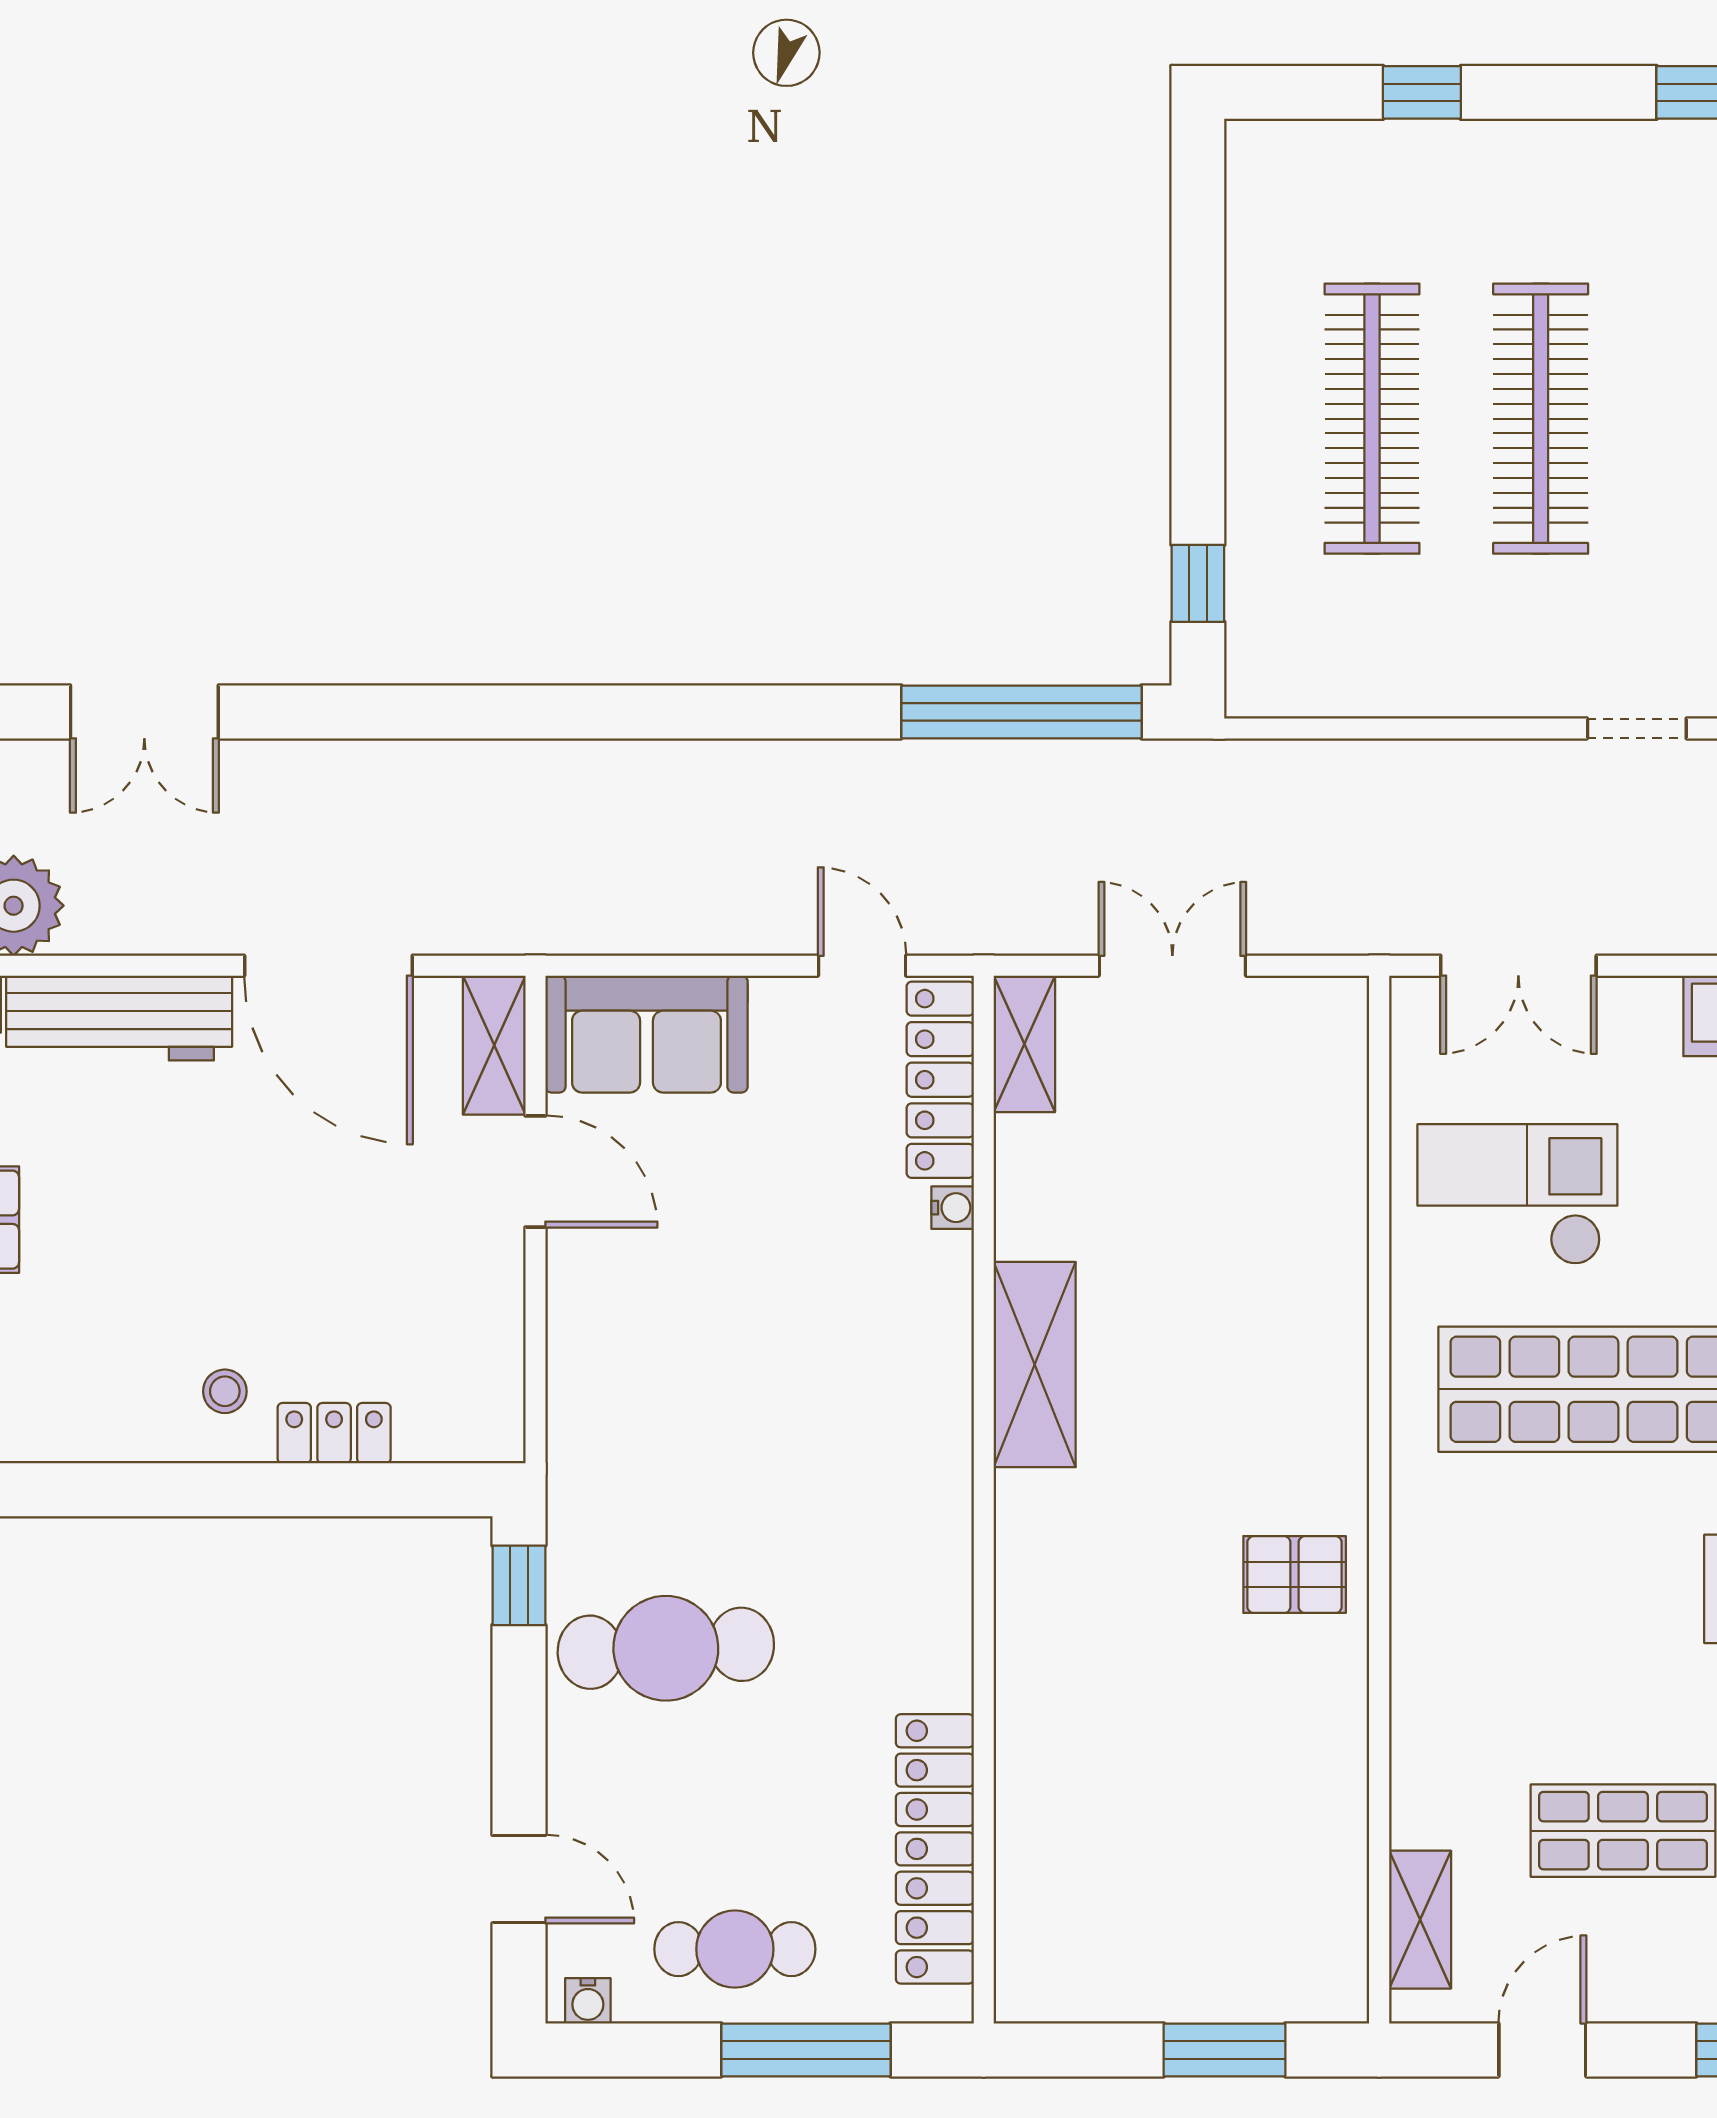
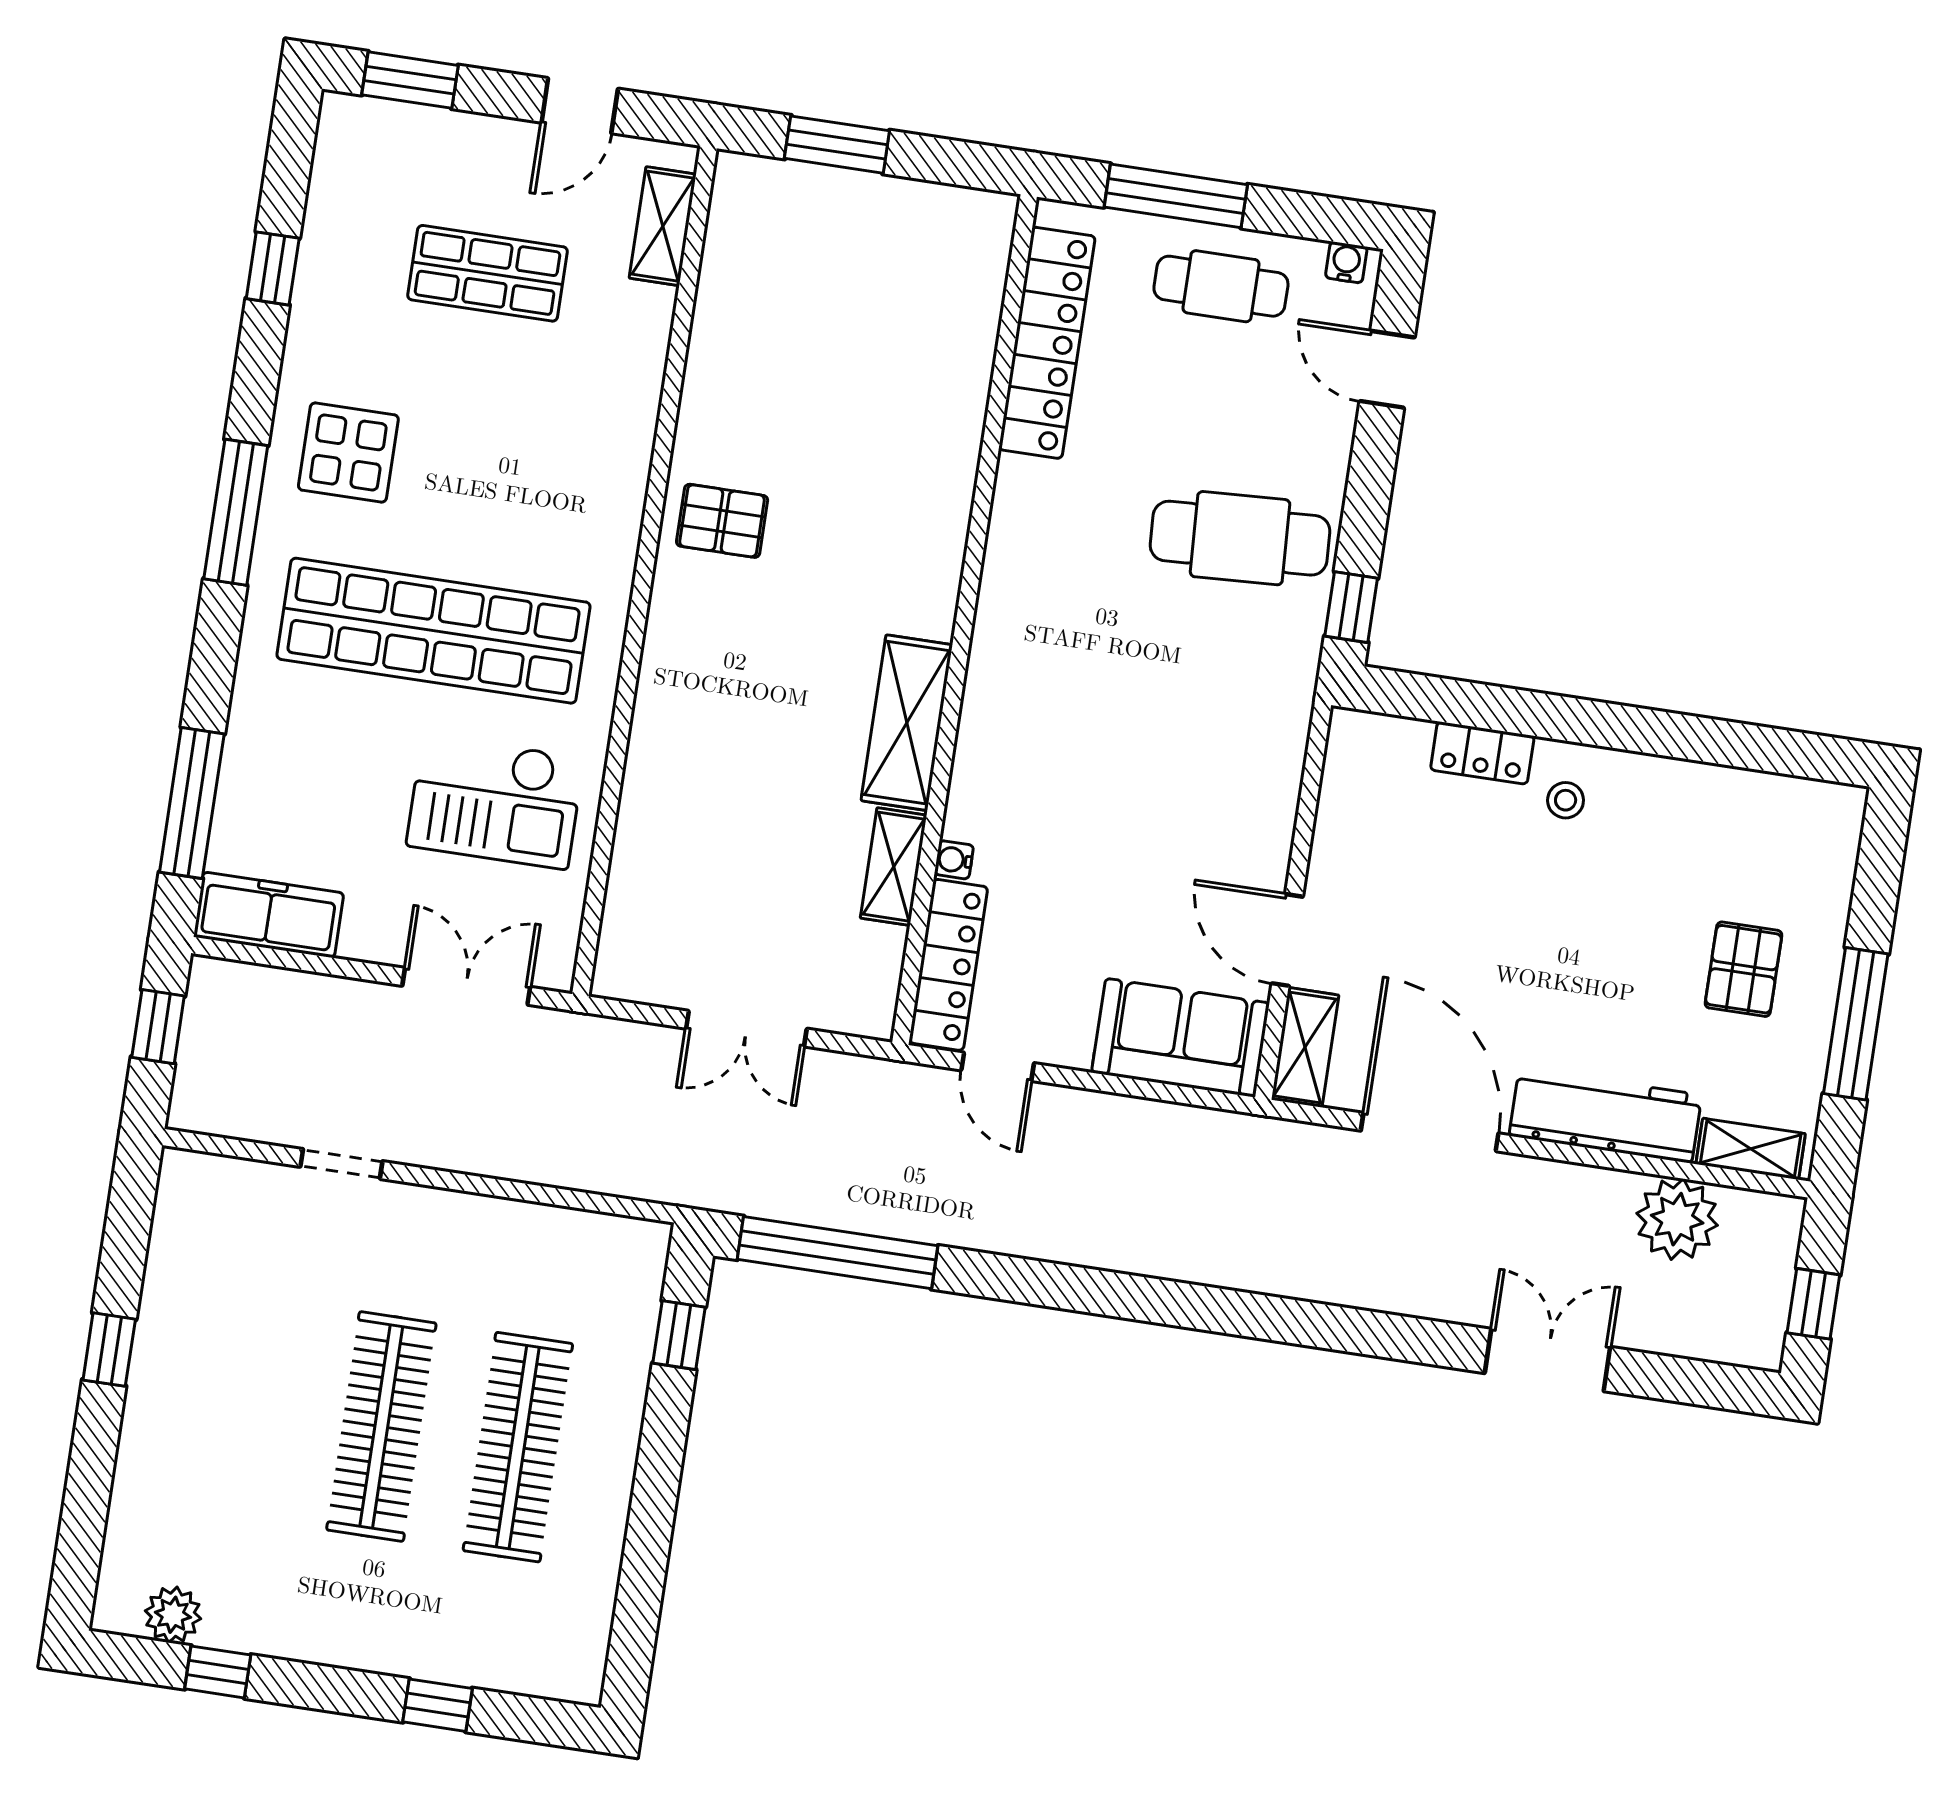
shelving: (1024, 1044) -> (894, 867), moved

